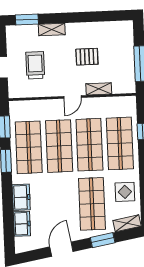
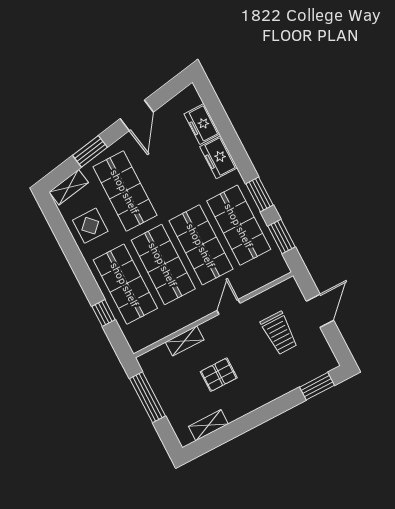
shelving: (52, 30) -> (208, 425), moved
door: (73, 97) -> (229, 307), moved

